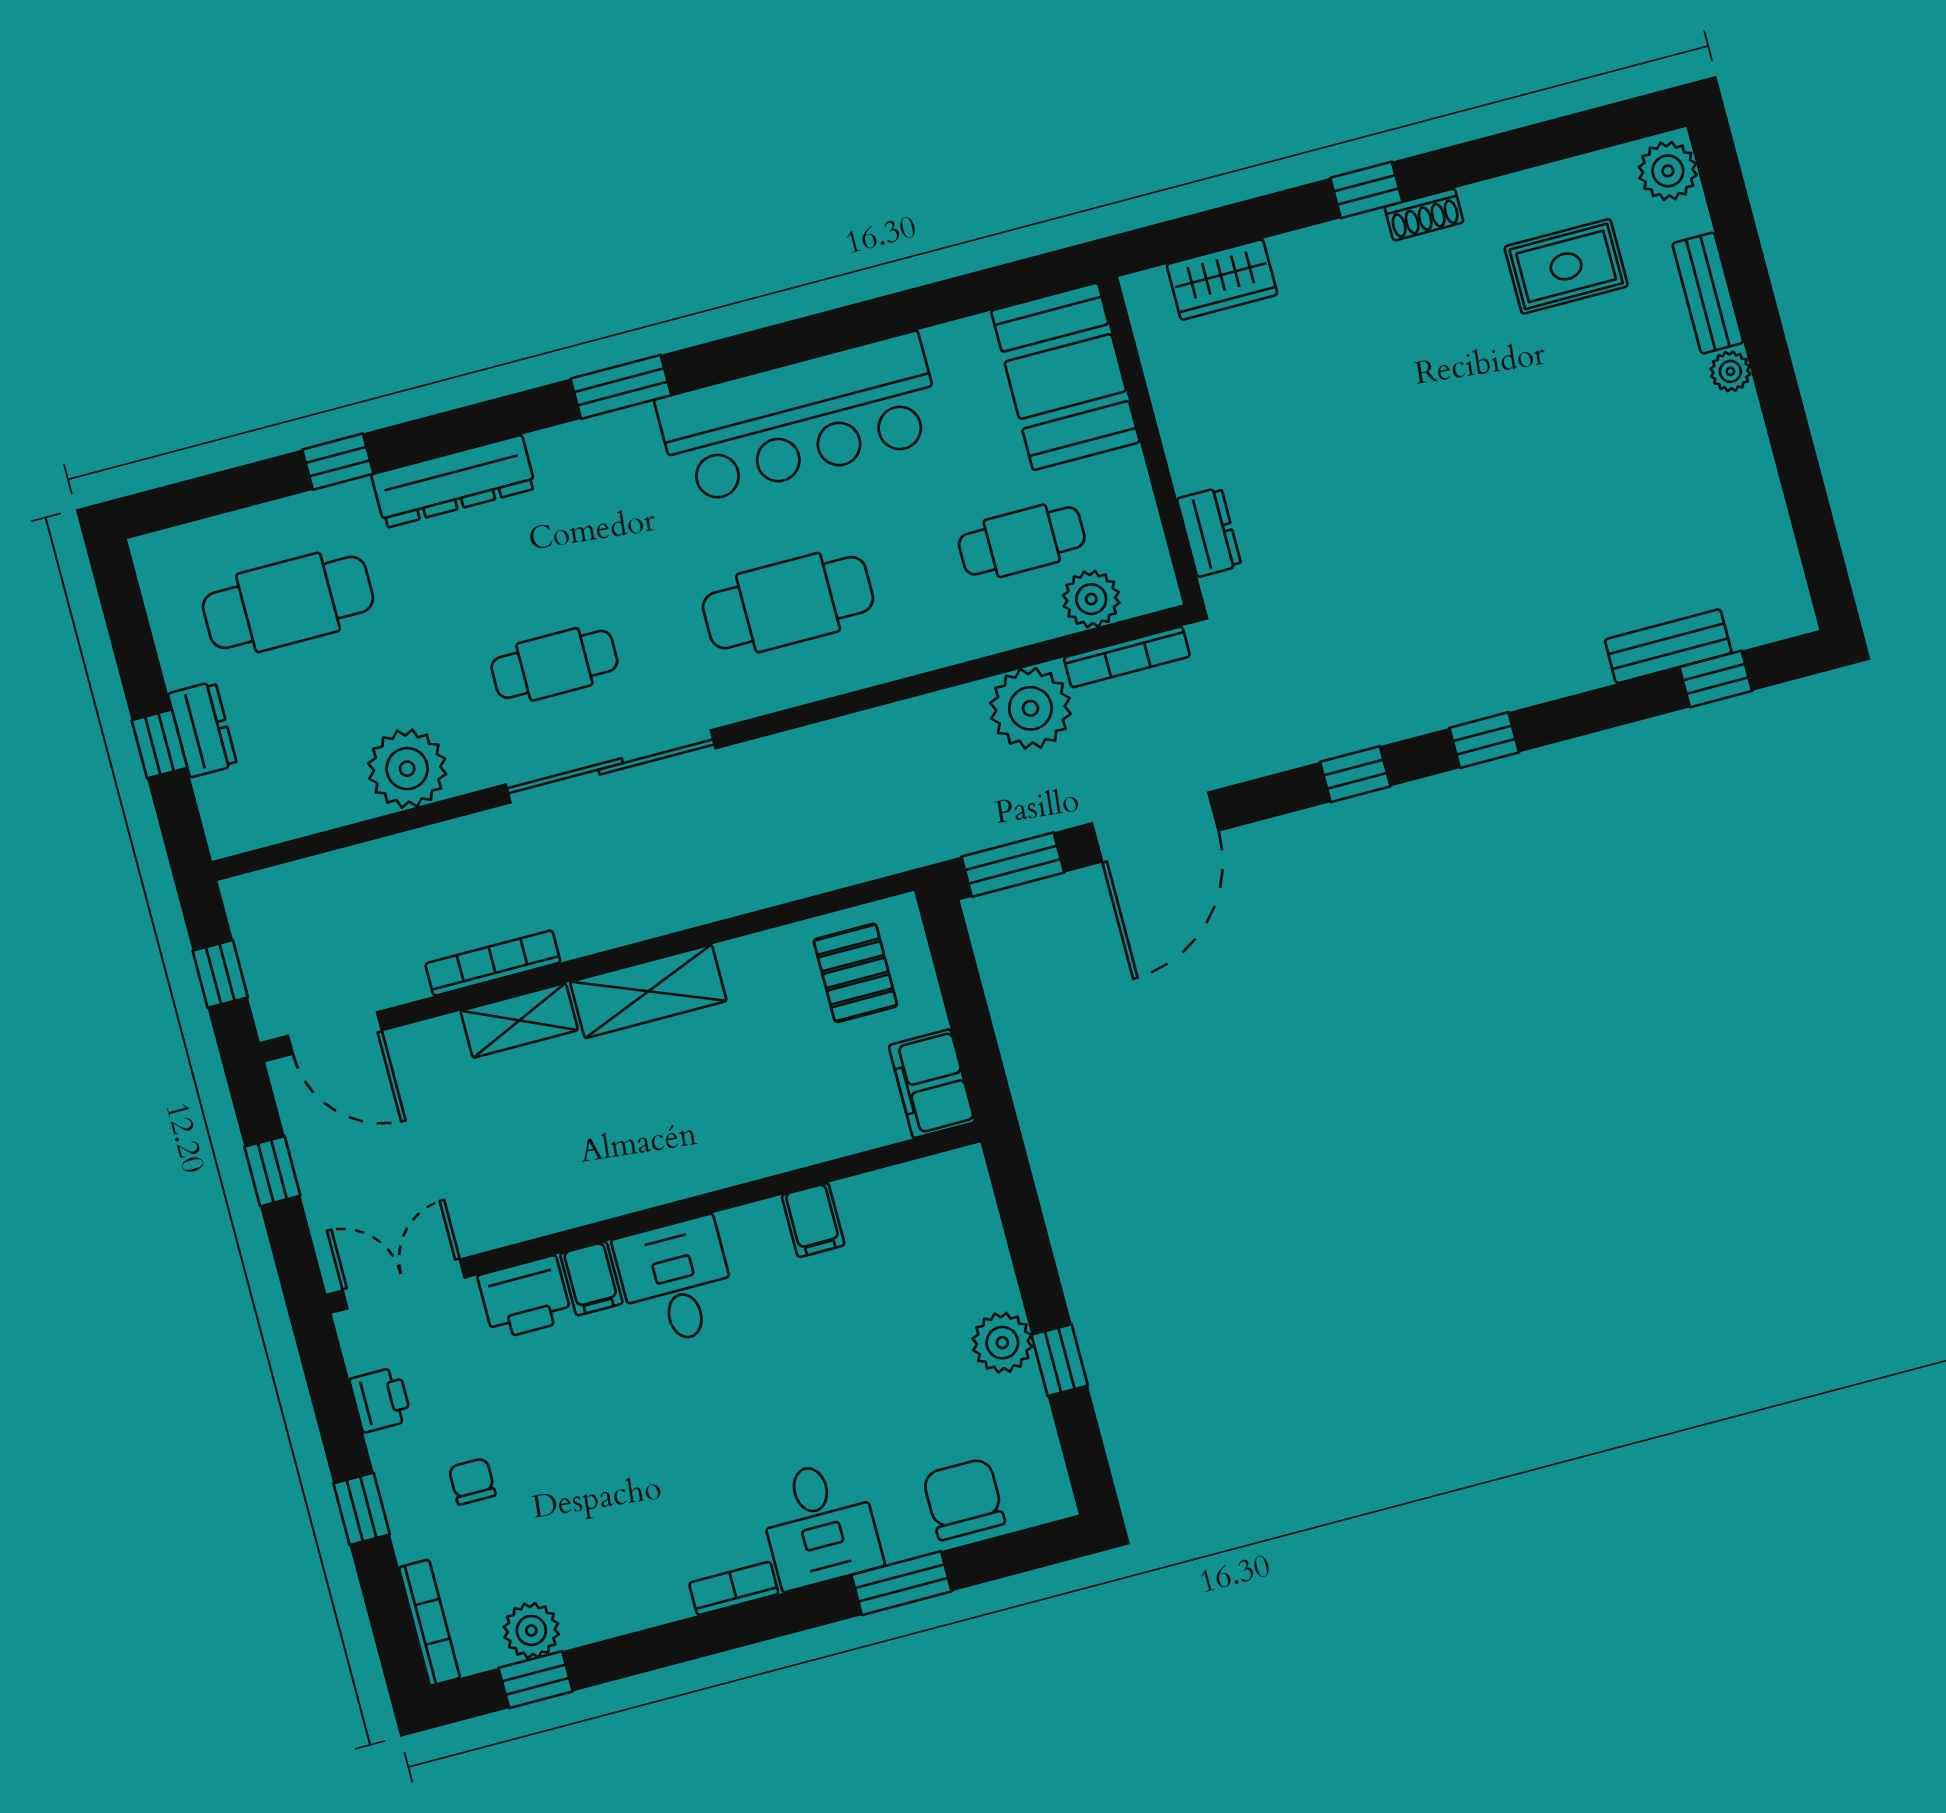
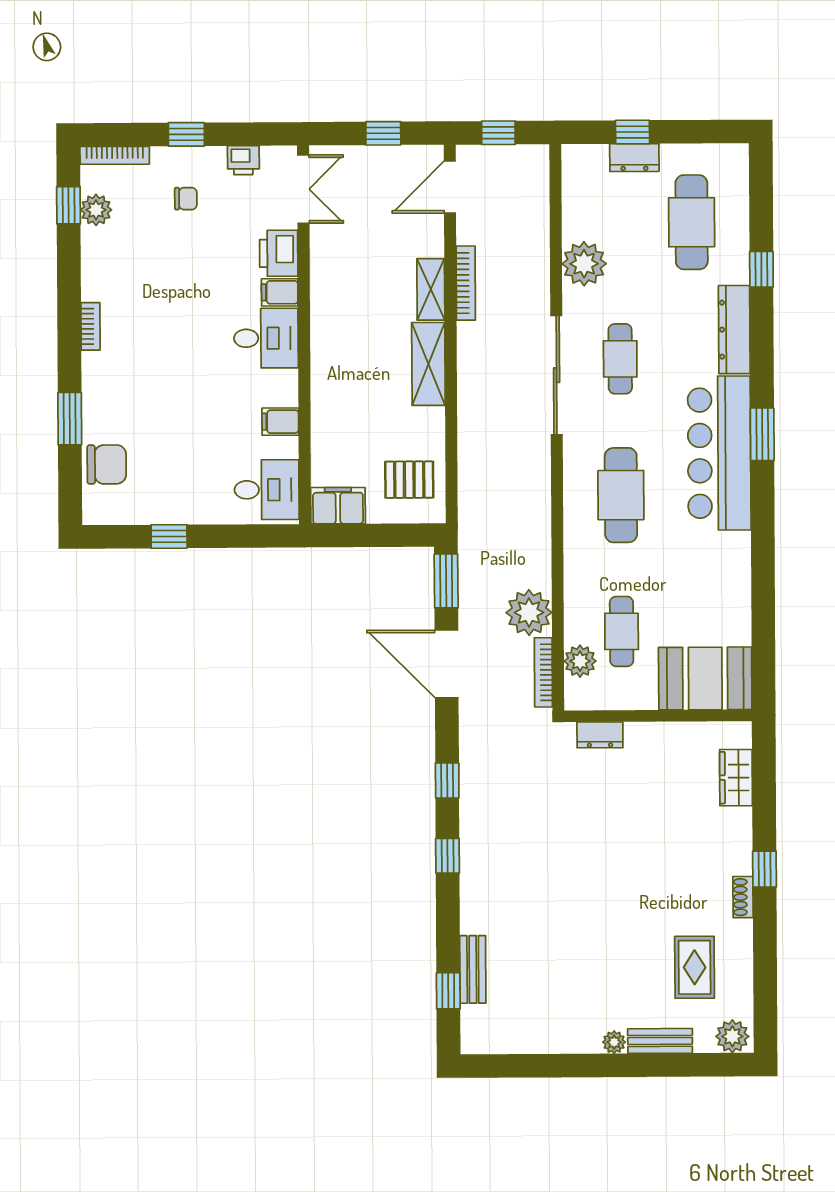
bar counter: (800, 419) -> (719, 453), moved
plant: (1002, 1343) -> (187, 508), removed
desk: (820, 1524) -> (267, 490), moved, turned 180

